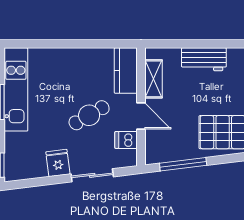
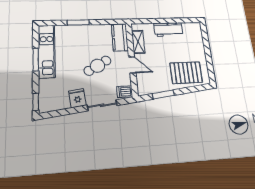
window: (64, 44) -> (78, 22), added
dishwasher: (126, 140) -> (125, 92), moved
window: (183, 164) -> (163, 94), width x0.69

